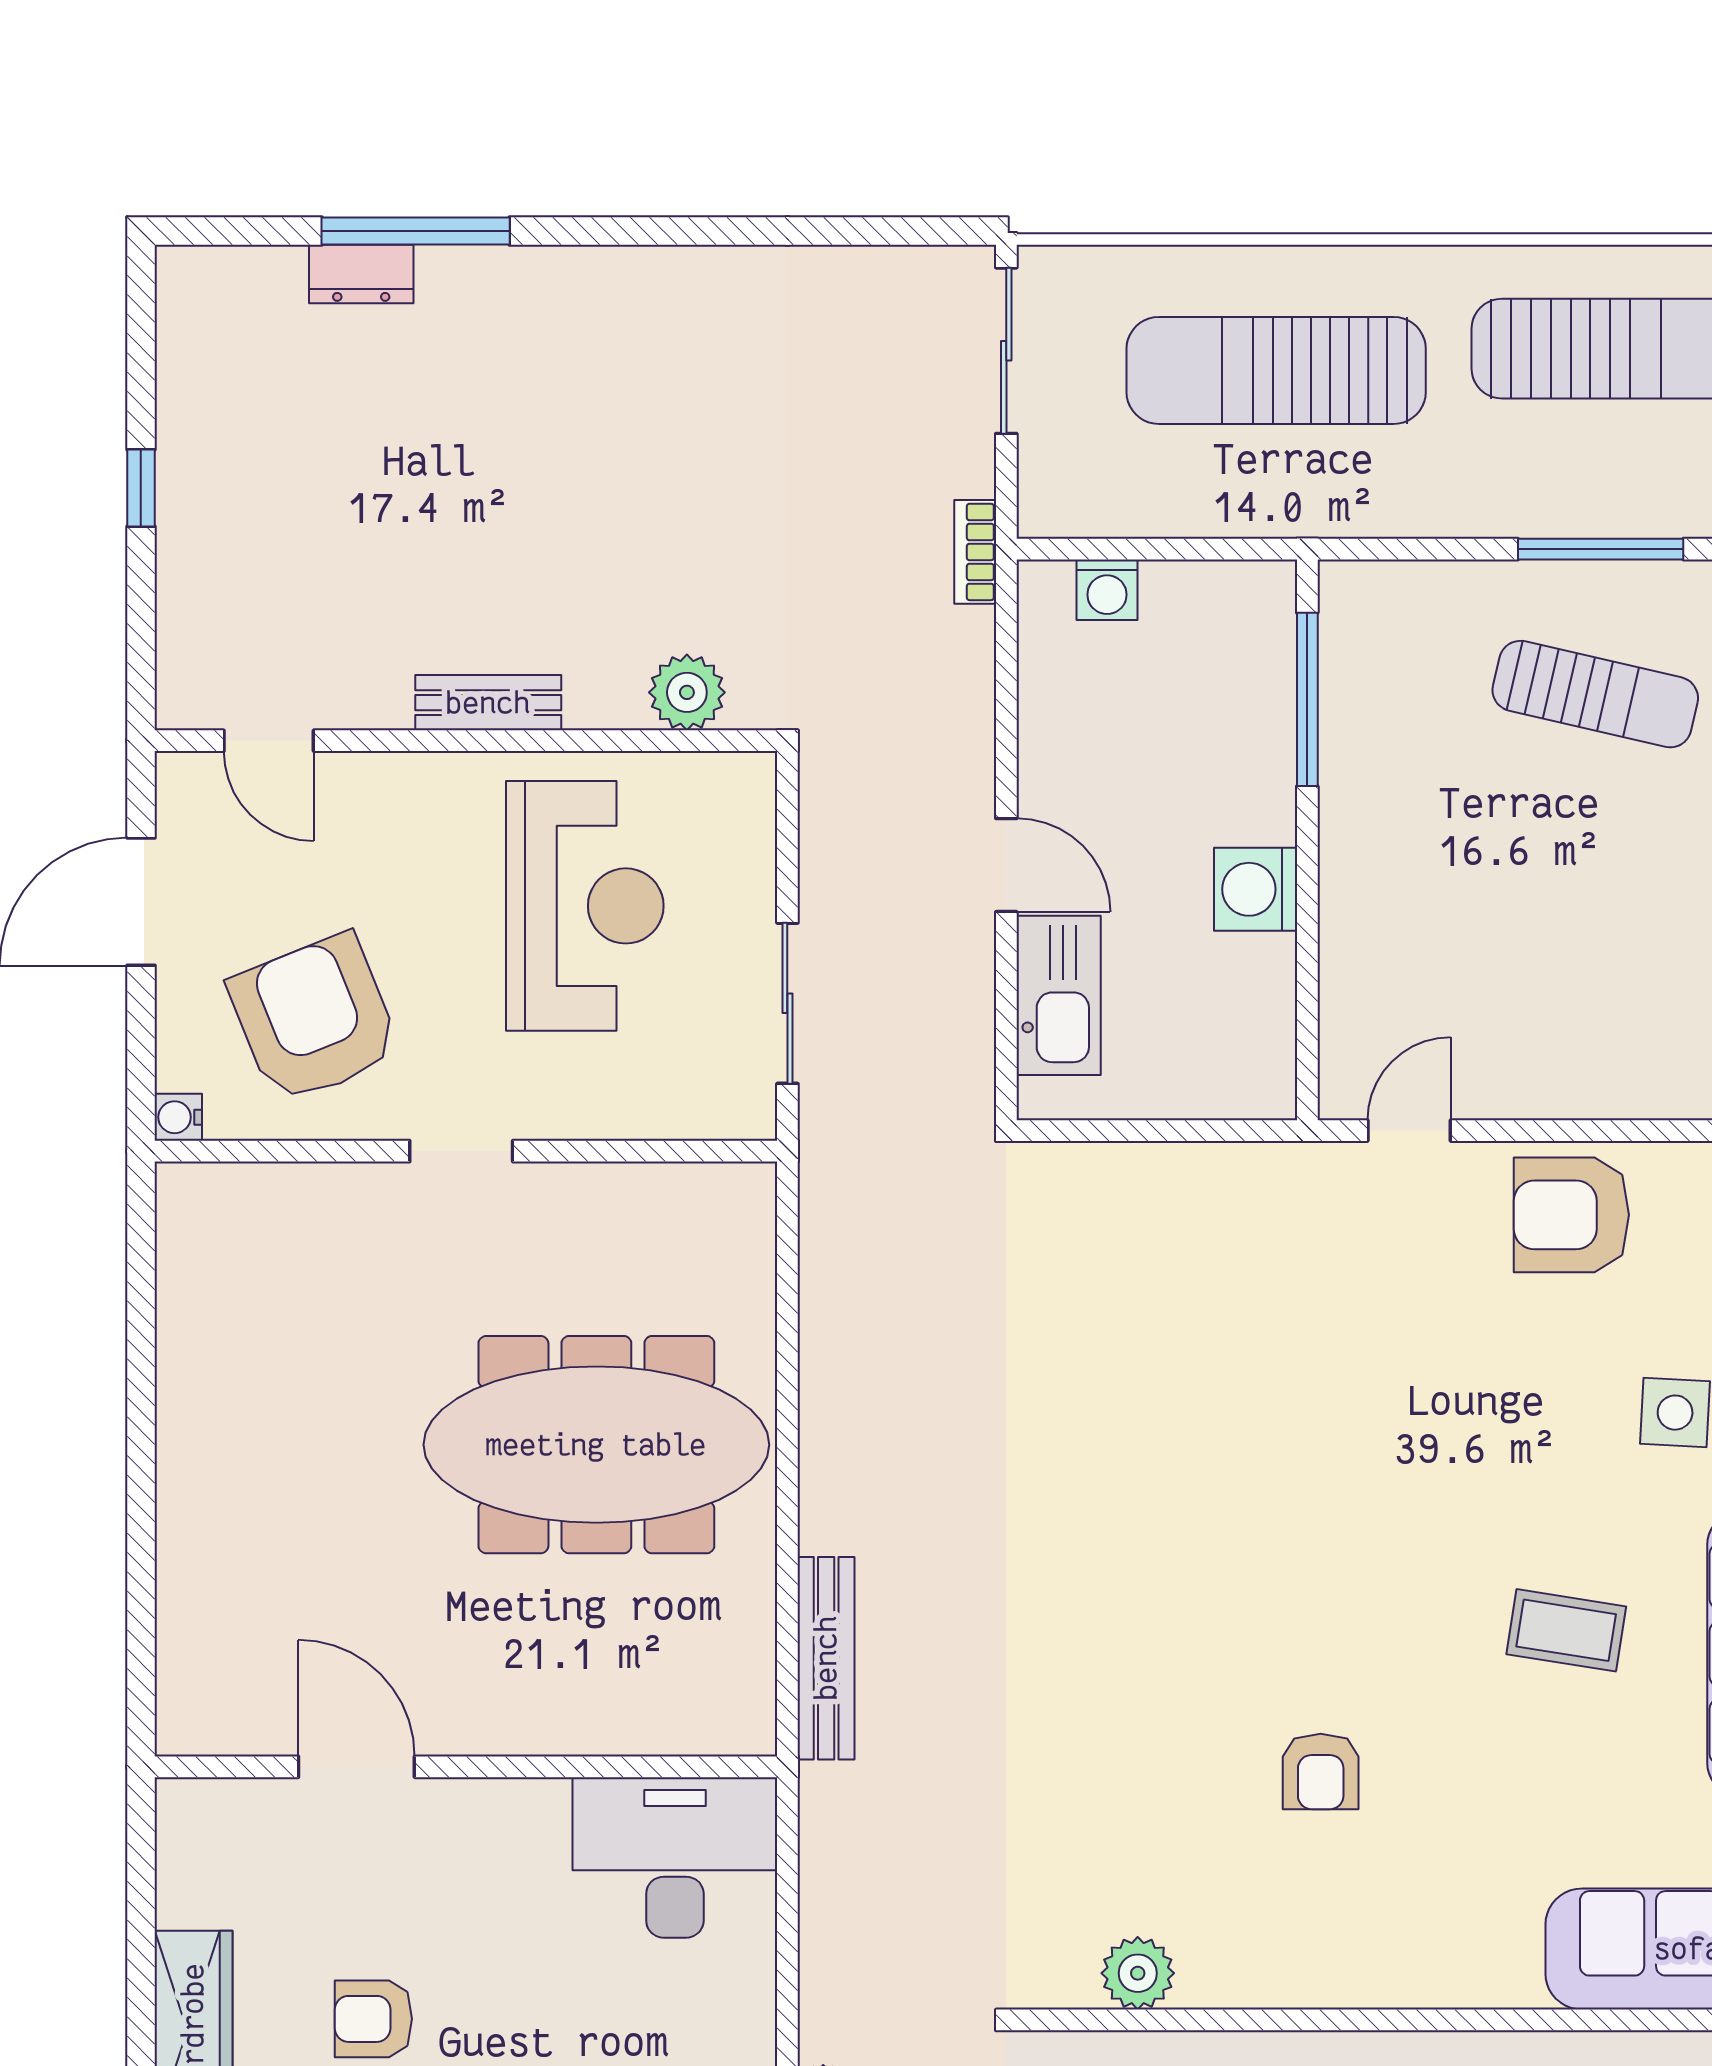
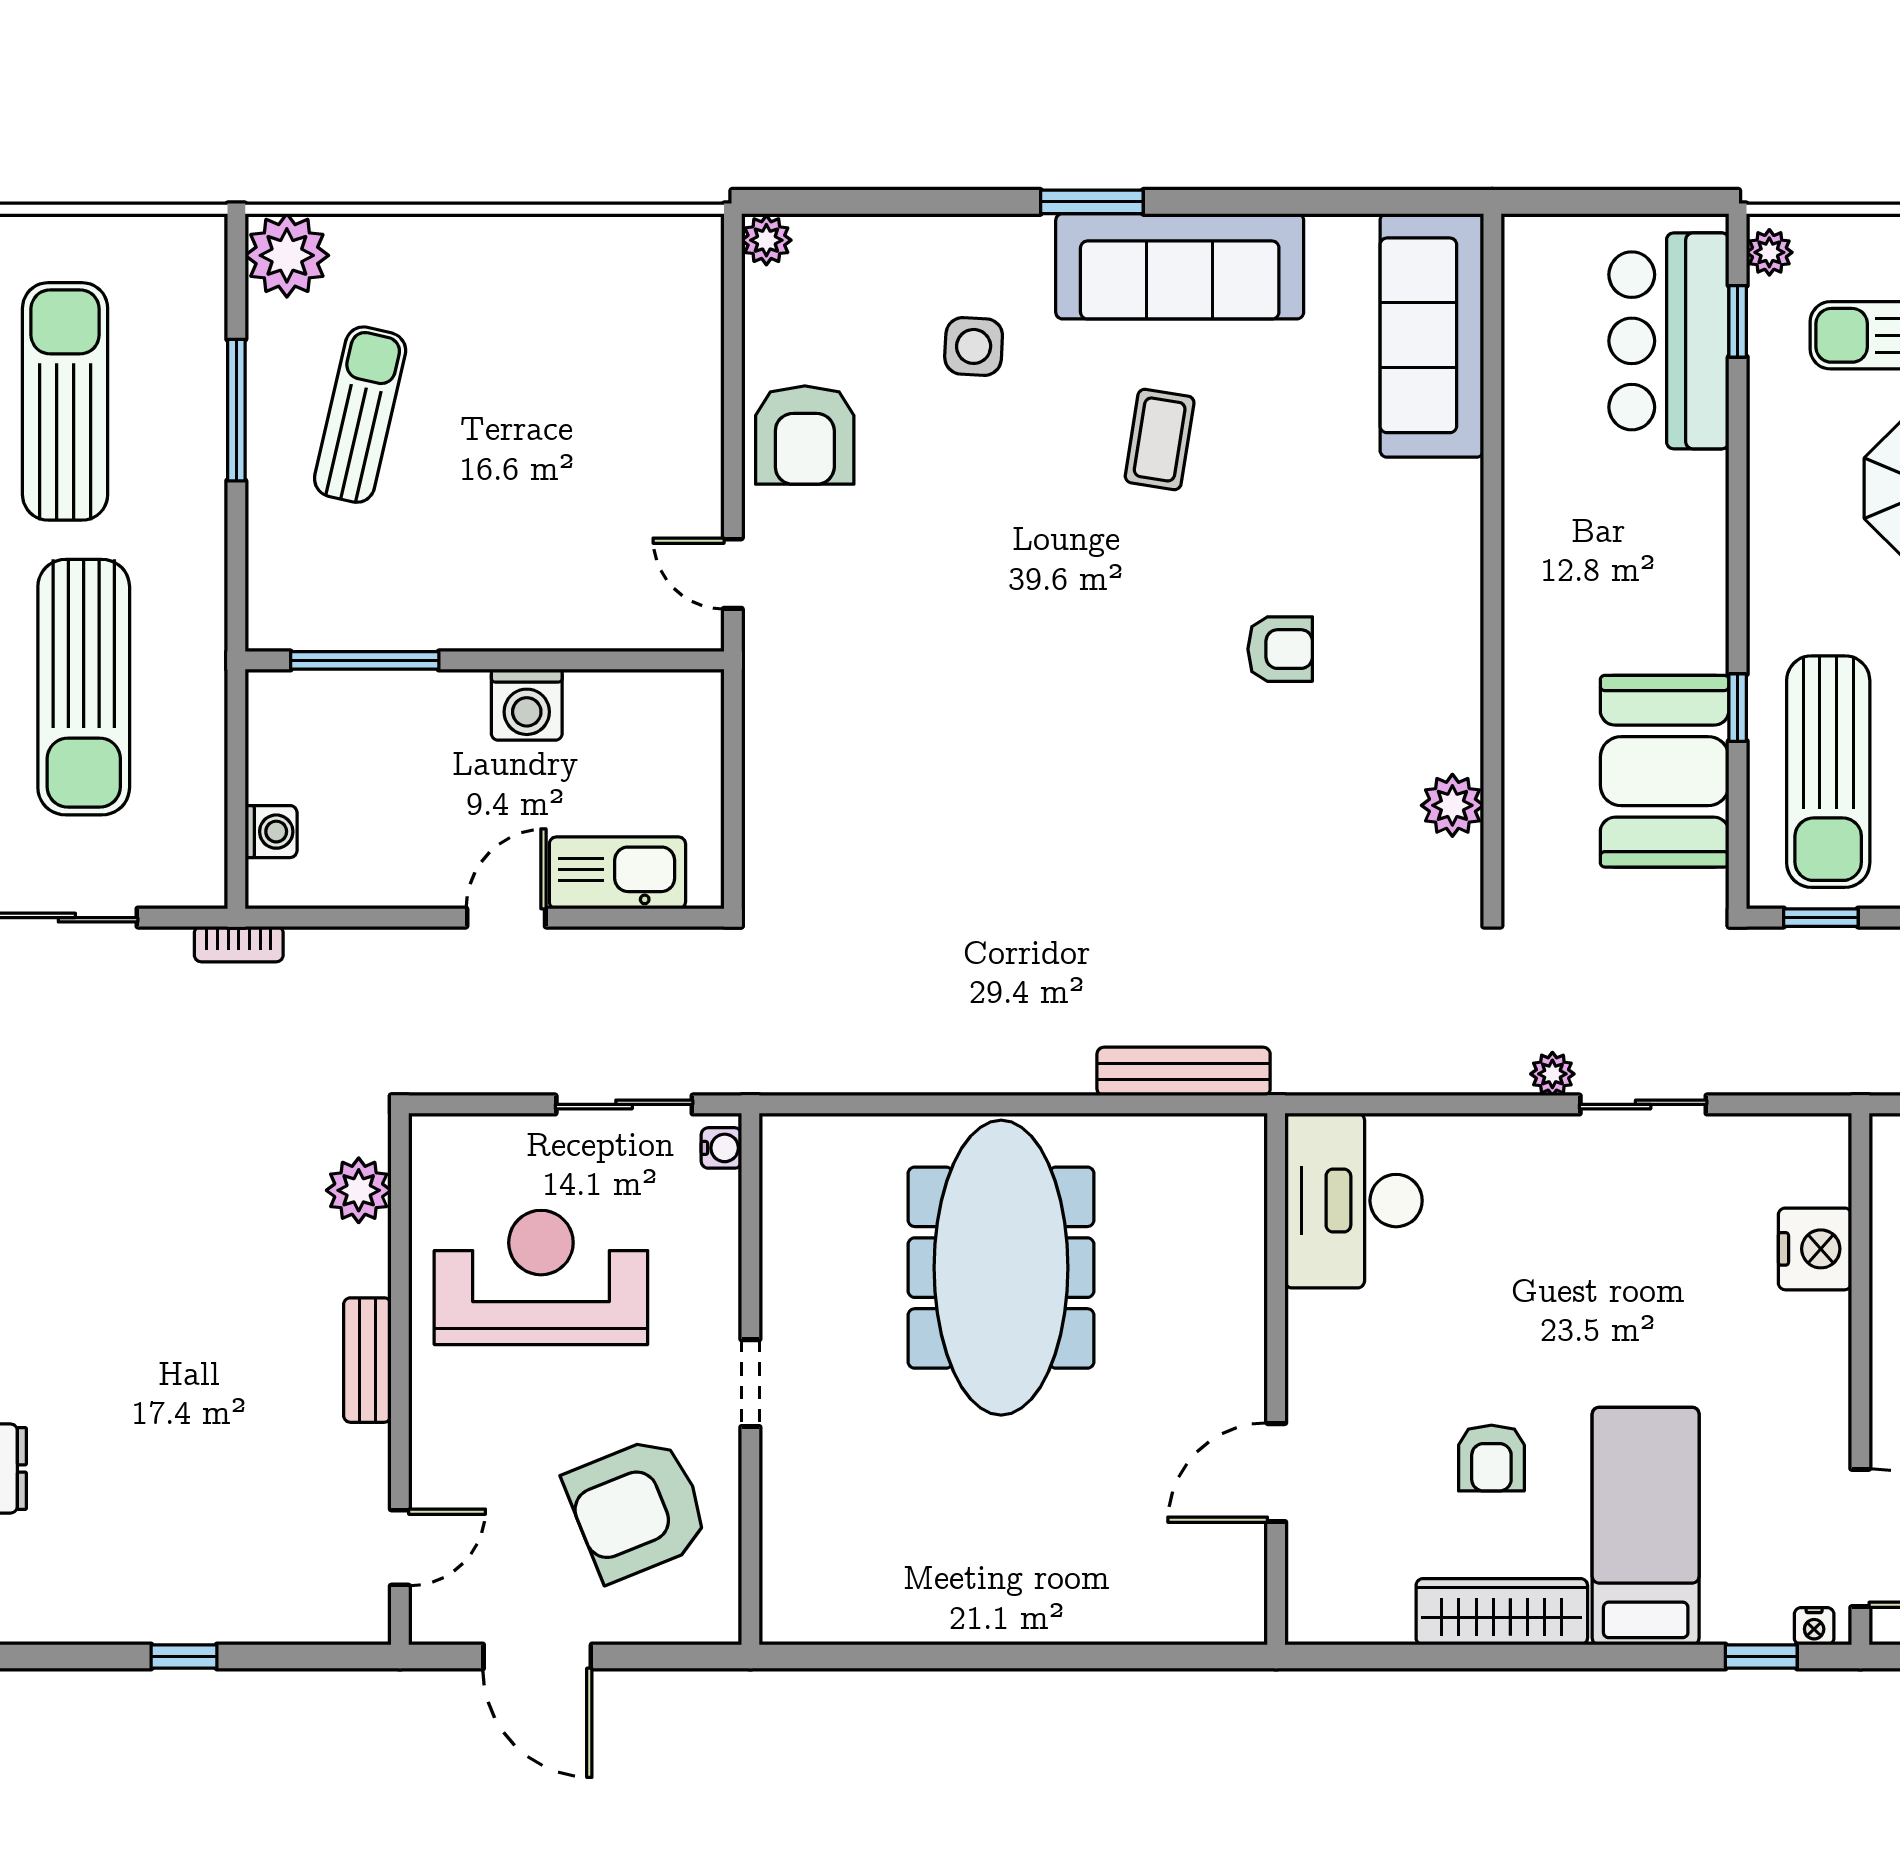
water cooler: (178, 1117) -> (721, 1148), moved, turned -90

